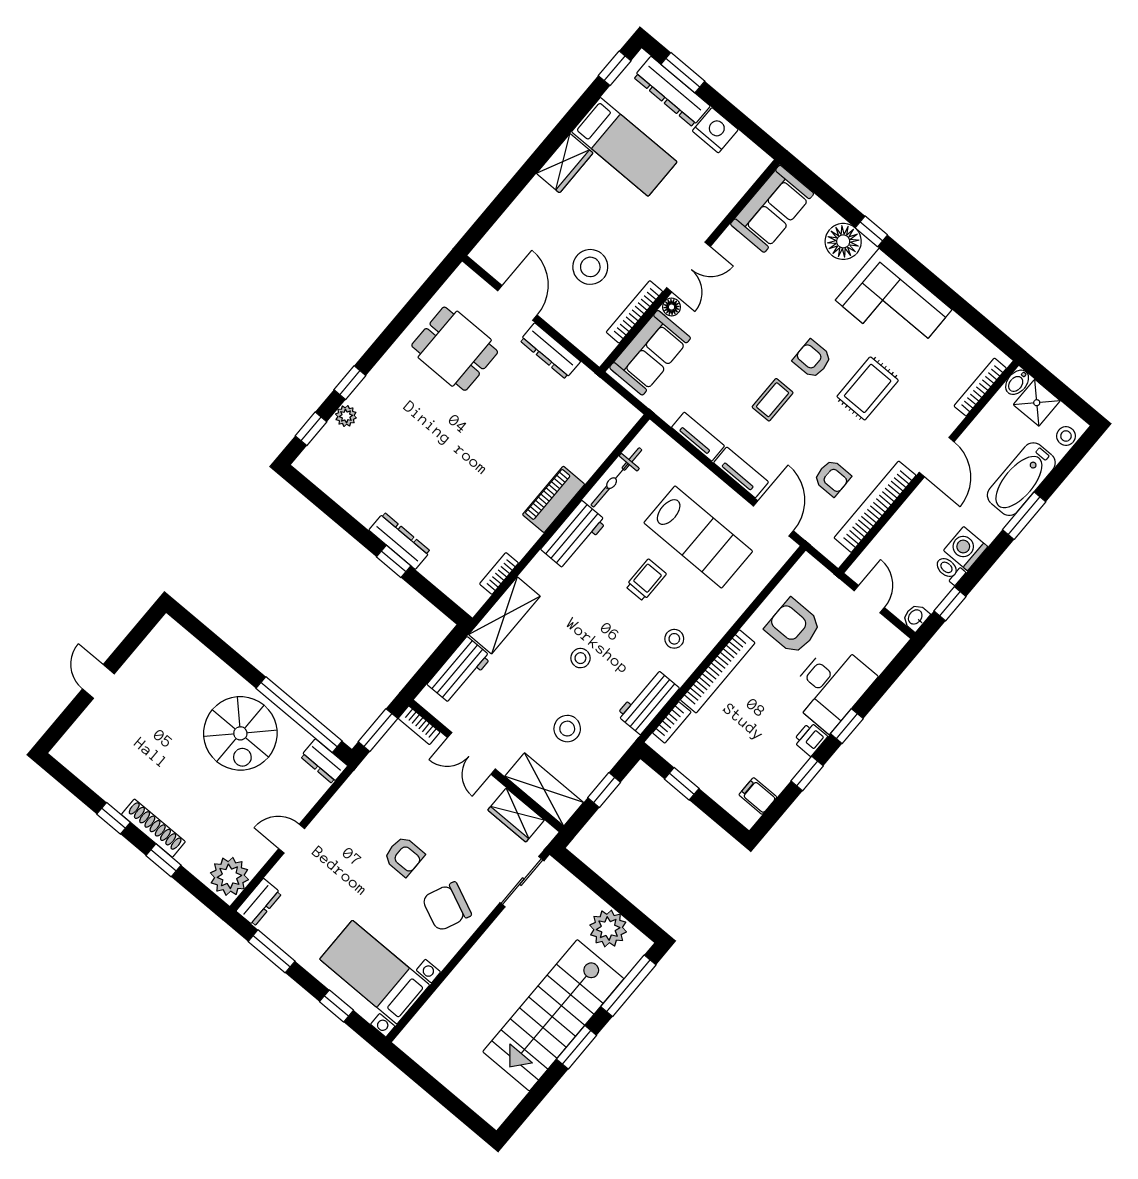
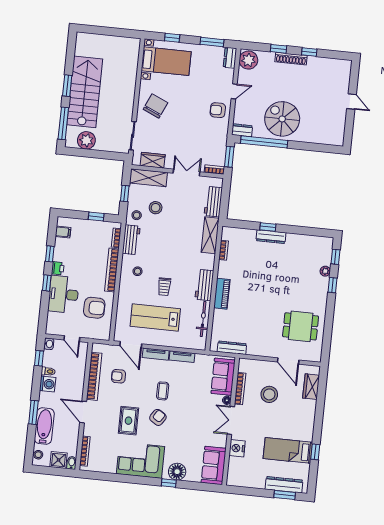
window: (615, 68) -> (315, 452), moved
nightstand: (715, 130) -> (237, 448), moved, turned 90
wardrobe: (565, 163) -> (311, 387), moved
dresser: (550, 351) -> (232, 348), moved
armchair: (812, 359) -> (158, 417), turned -57
stool: (580, 658) -> (137, 215), moved
armchair: (404, 856) -> (218, 110), moved

